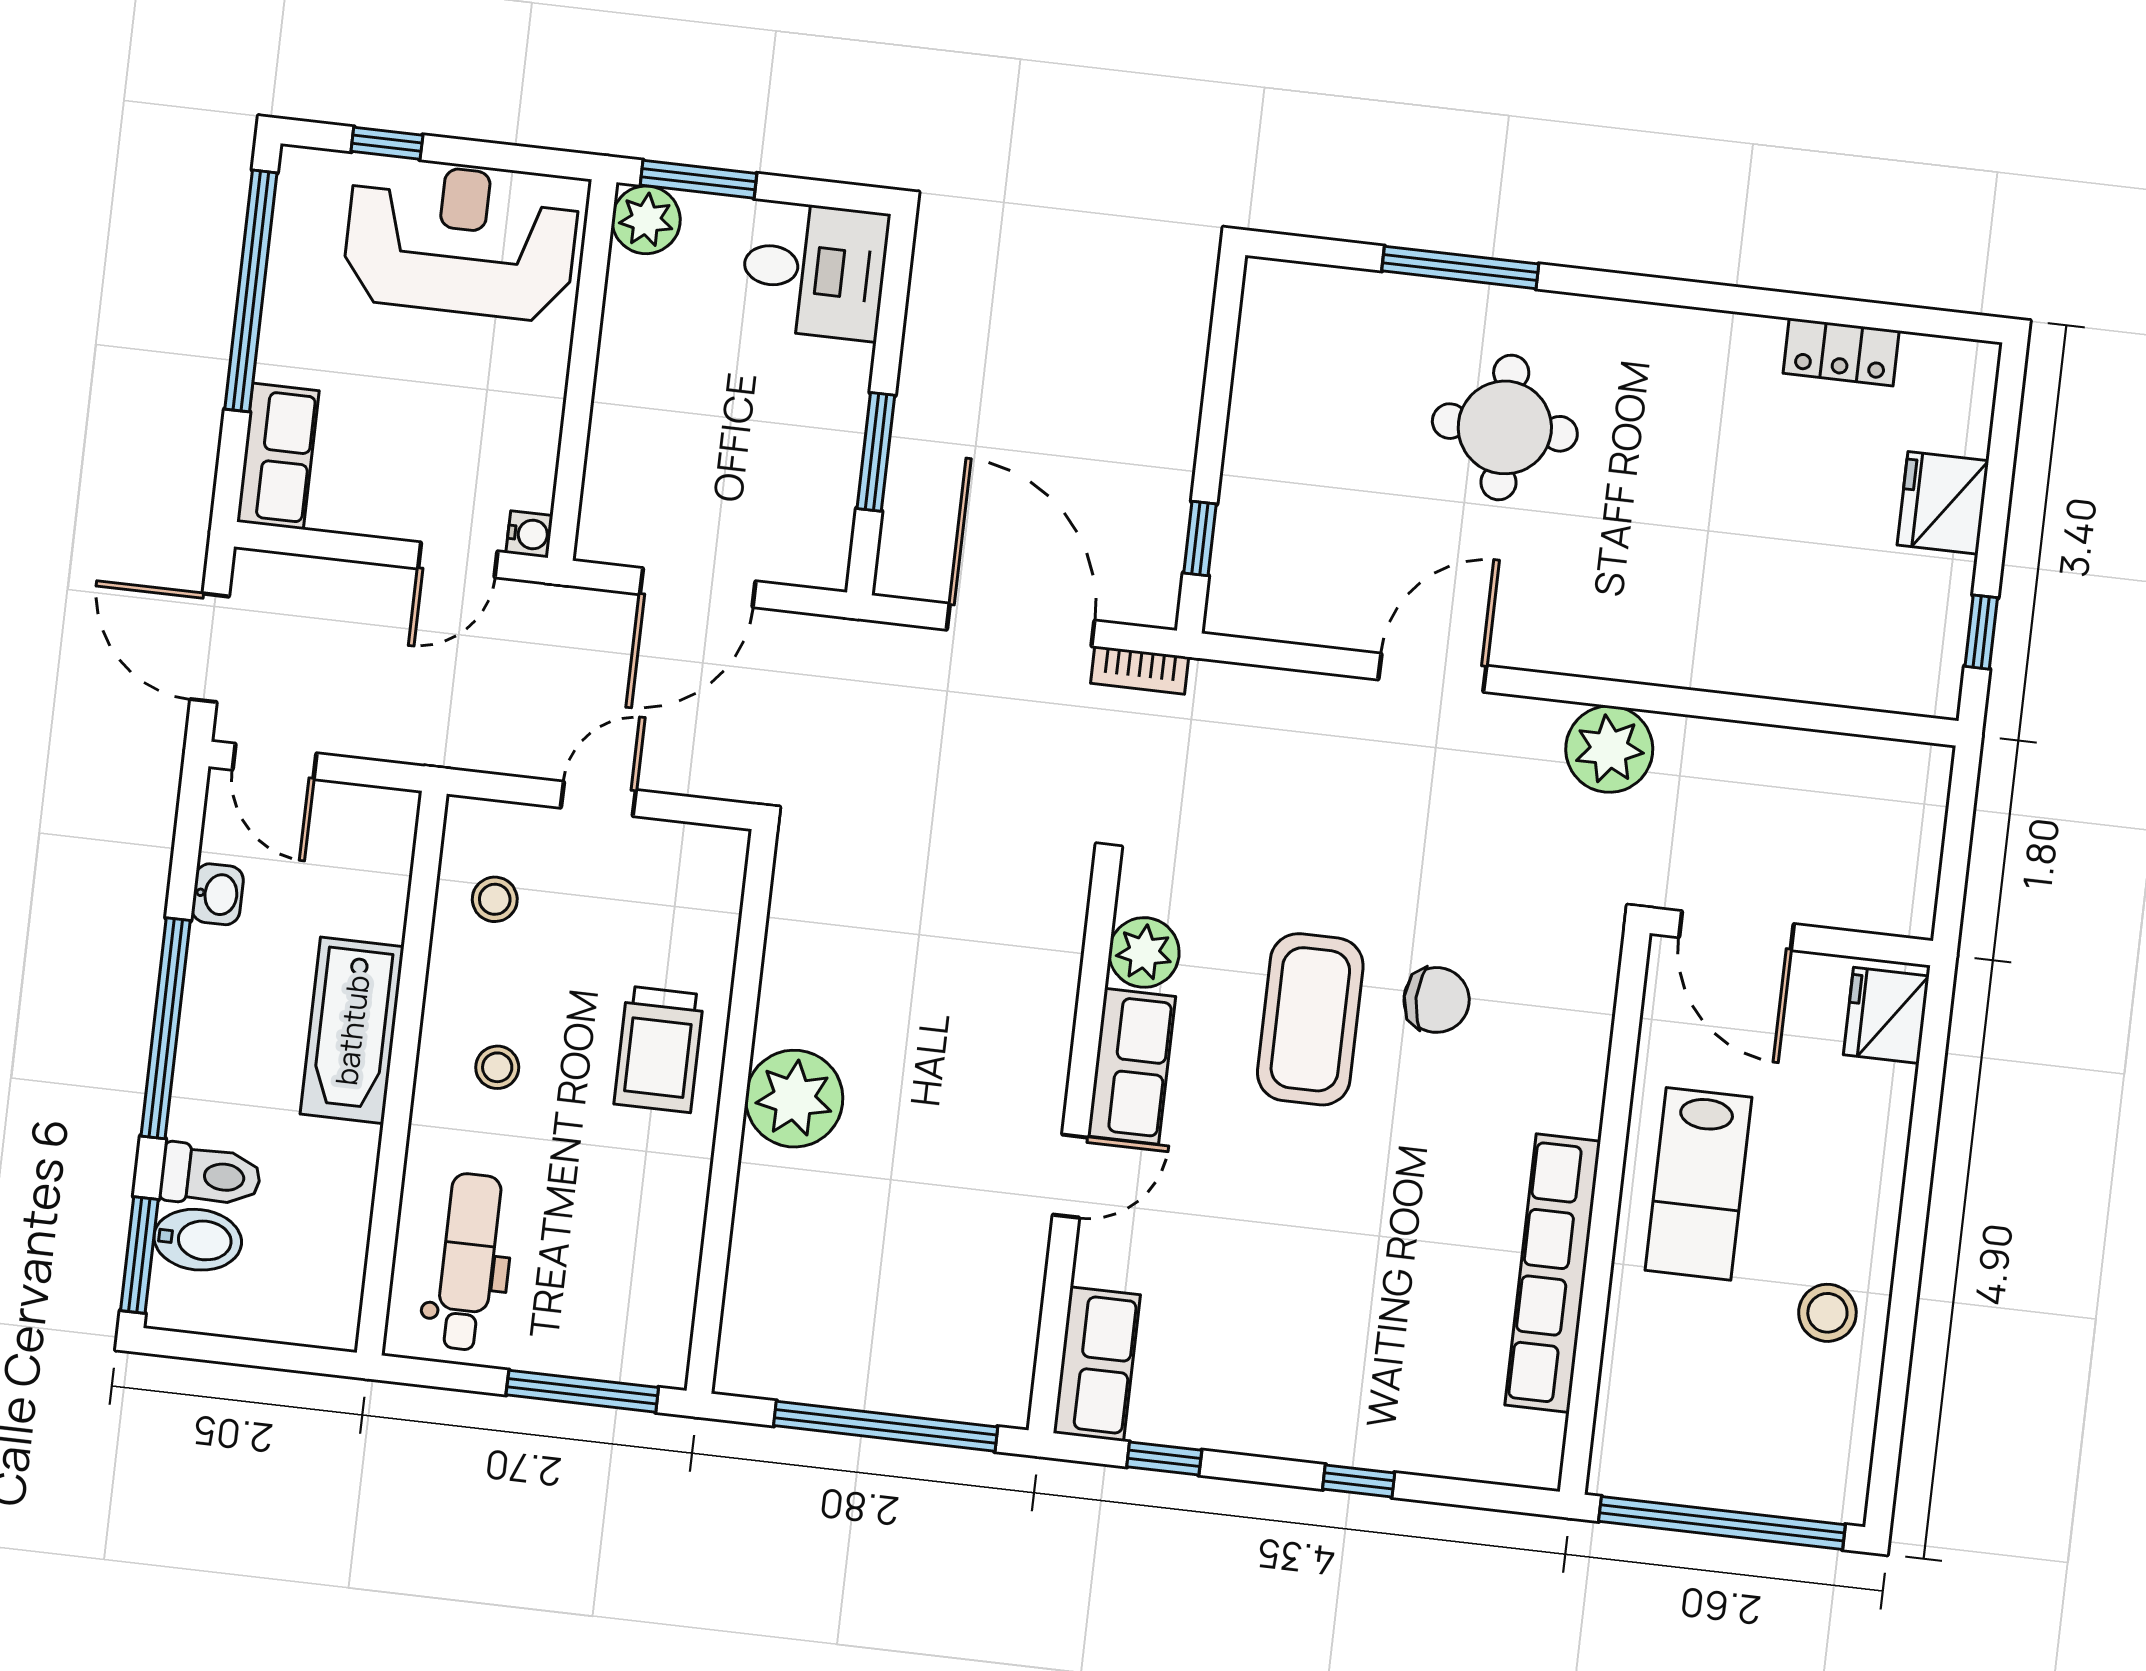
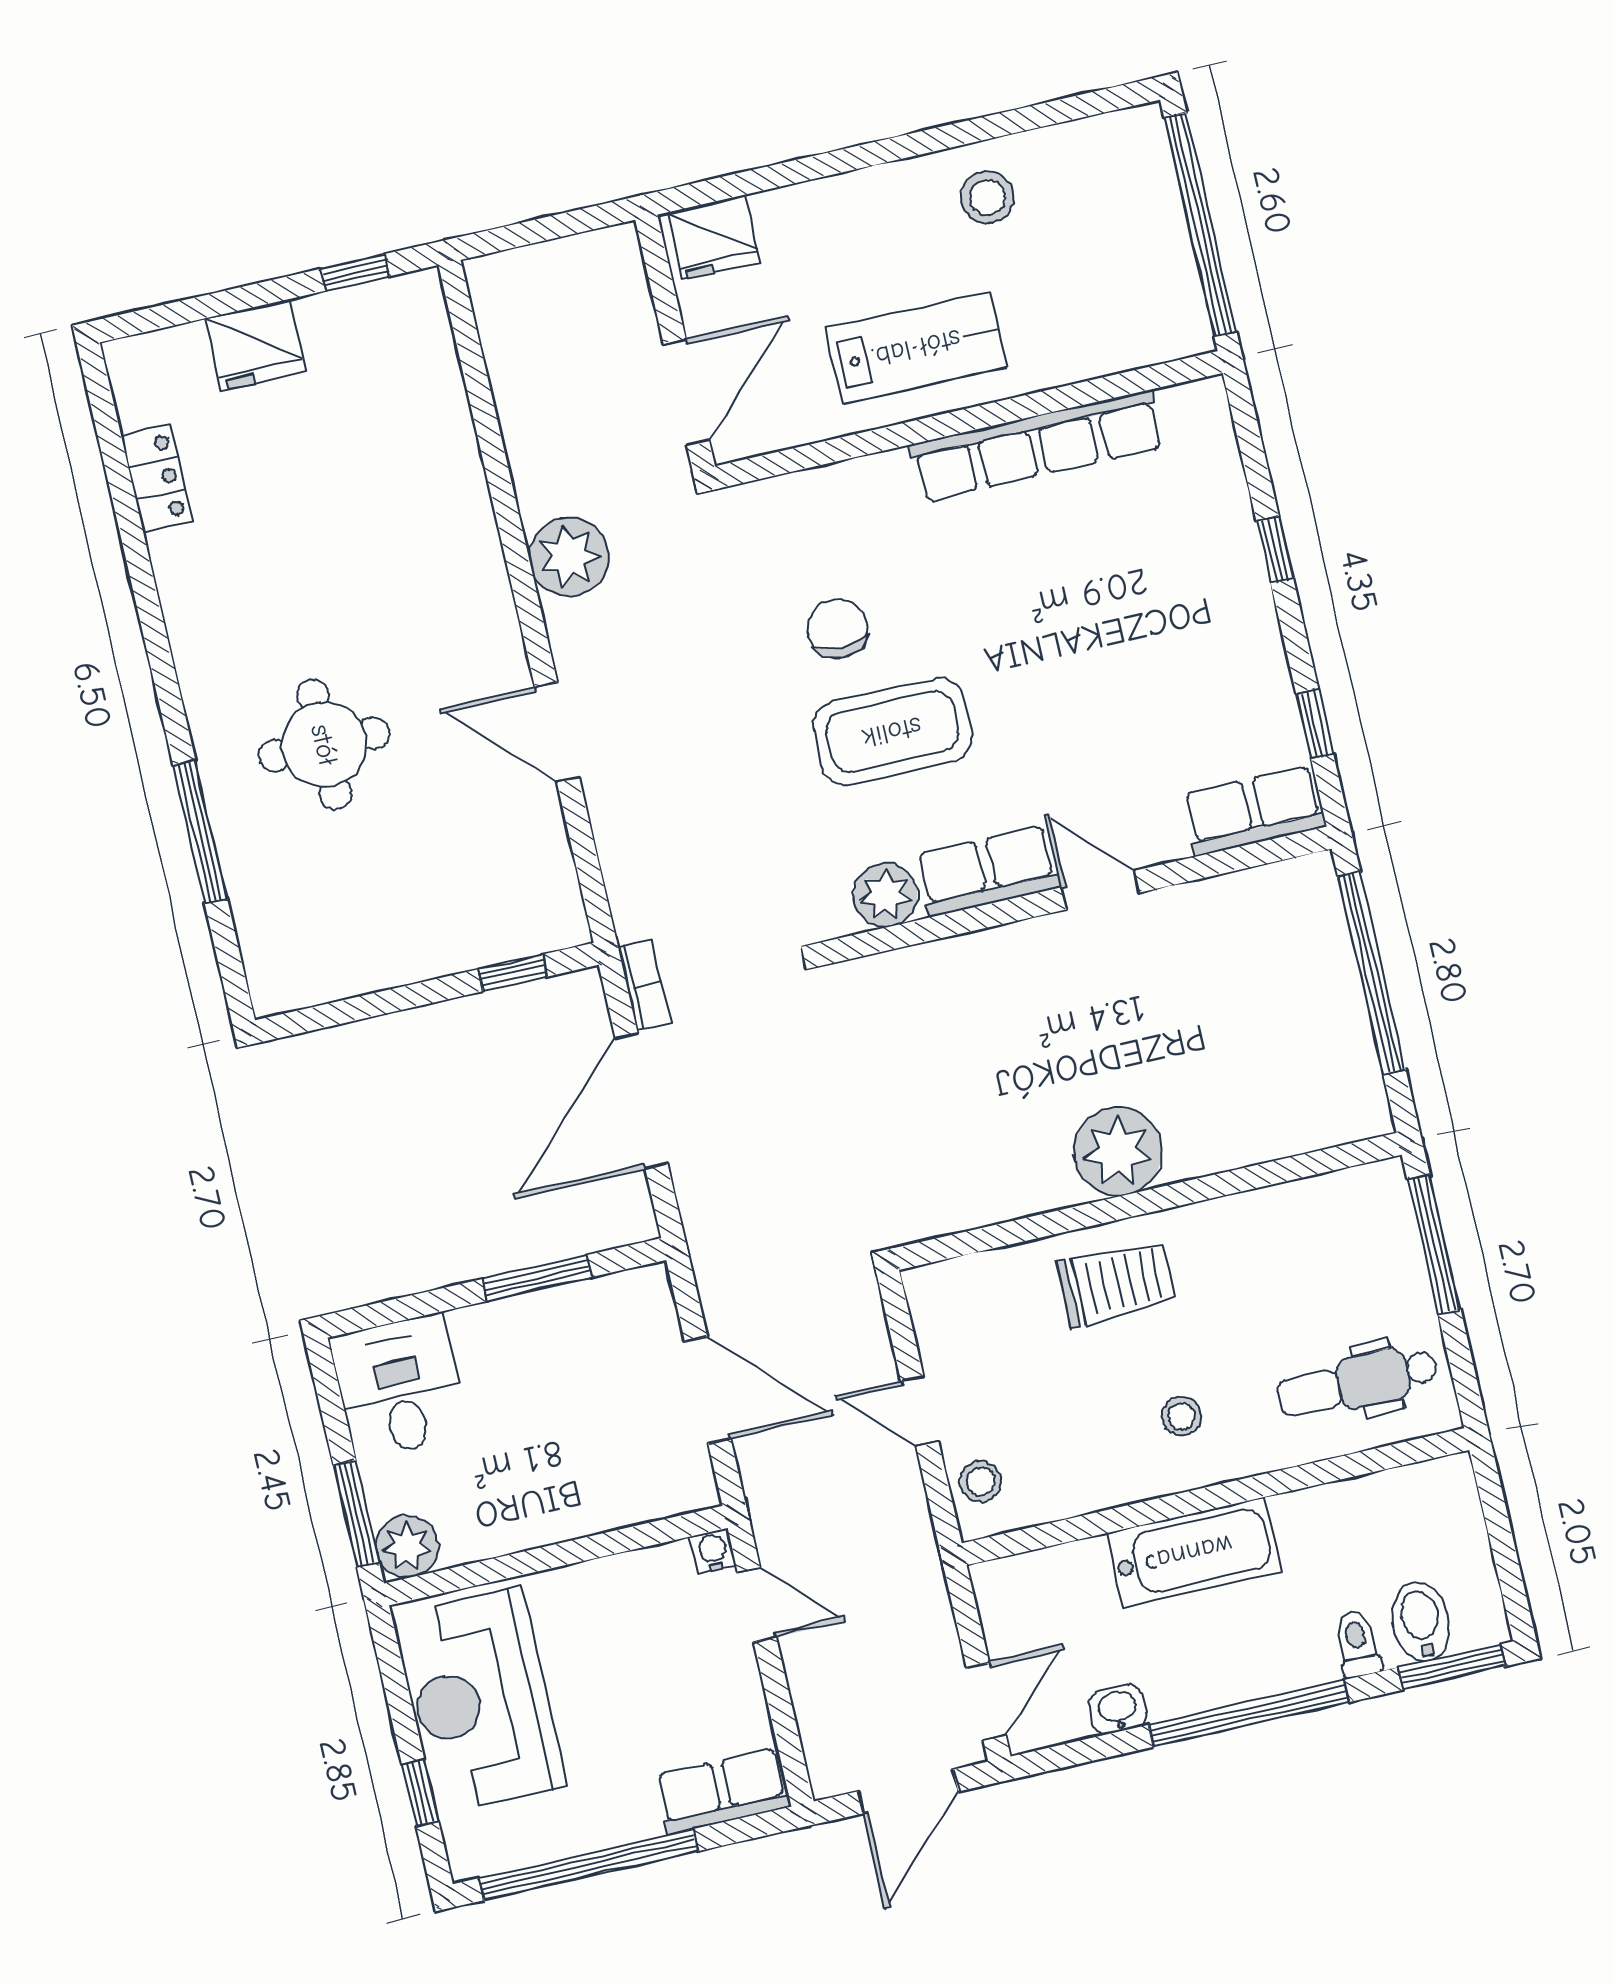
stool: (495, 899) -> (981, 1481), moved
toilet: (210, 1176) -> (1357, 1644), width x0.73, depth x0.72

